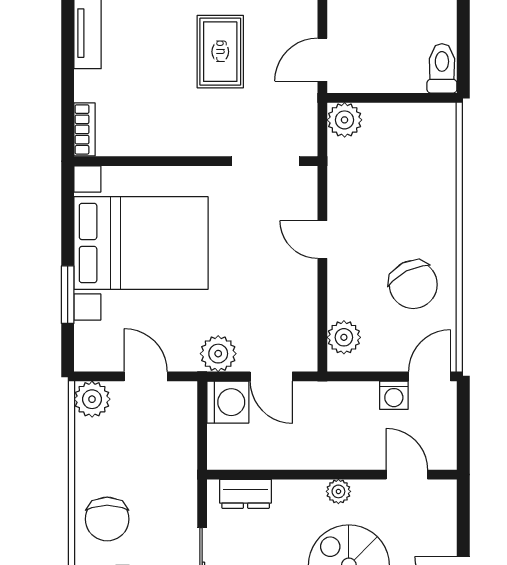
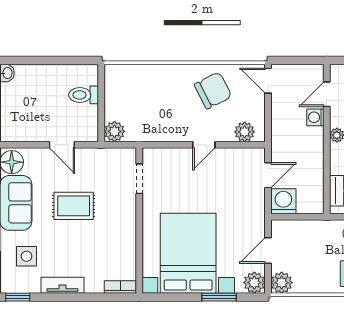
door: (322, 60) -> (62, 145), moved
toilet: (442, 68) -> (84, 95), moved
doorway: (266, 161) -> (139, 179), width x0.73
door: (322, 240) -> (204, 145), moved
plant: (218, 354) -> (254, 283), moved
washing machine: (394, 395) -> (315, 117), moved, turned 180

